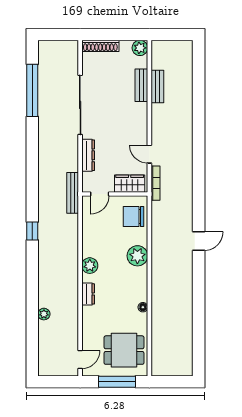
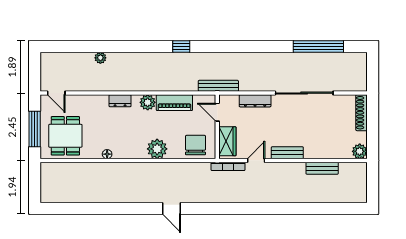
bench: (141, 85) -> (287, 153), moved
piano: (90, 238) -> (174, 103), added

